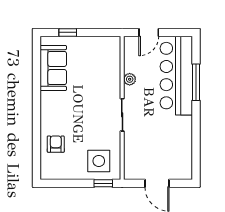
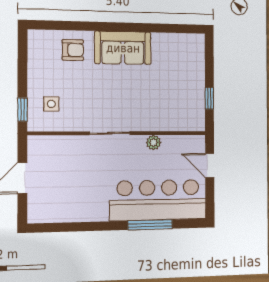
window: (68, 32) -> (209, 98), moved
sofa: (53, 68) -> (123, 48), moved
side table: (99, 161) -> (51, 104), width x0.54, depth x0.54

